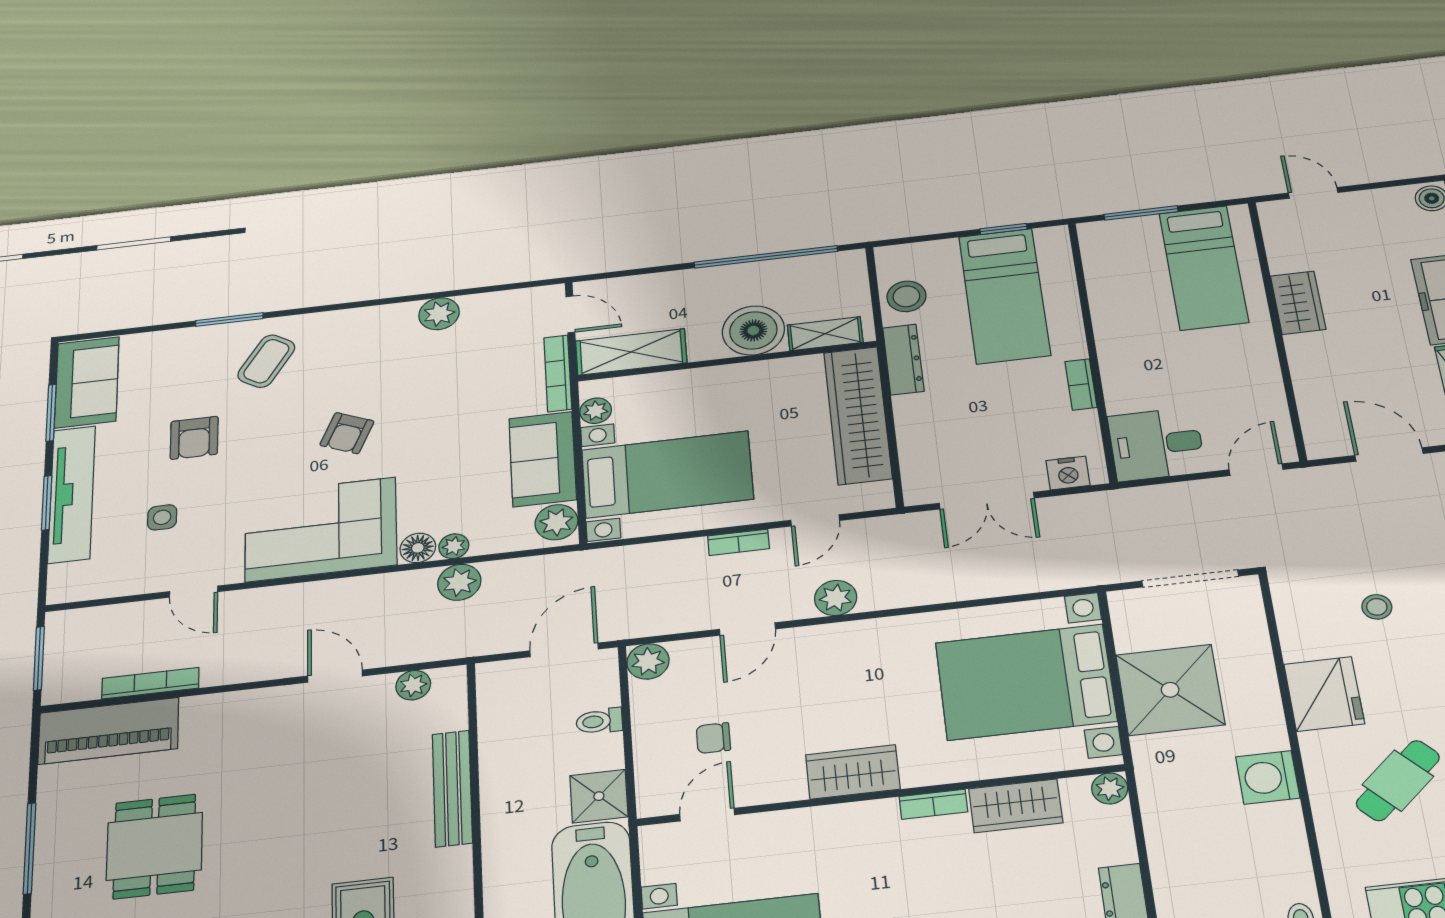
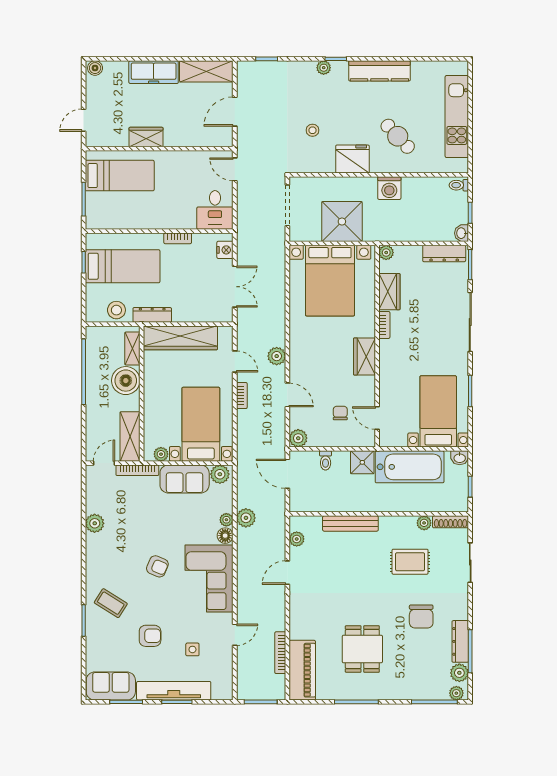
chair: (713, 738) -> (340, 413), turned 180
dining table: (155, 846) -> (362, 649), turned 90

